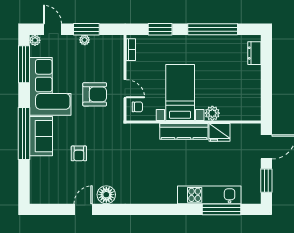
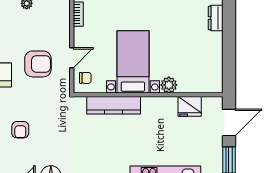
door: (125, 89) -> (72, 58), hinge flipped
kitchen counter: (184, 131) -> (114, 105), moved
fridge: (219, 132) -> (190, 106), moved

